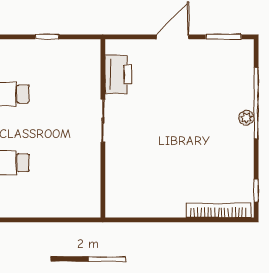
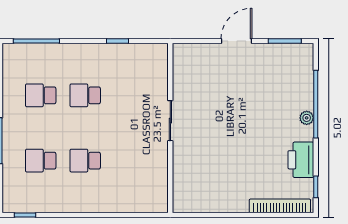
printer: (119, 75) -> (301, 160), moved, turned 180

